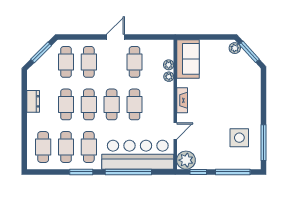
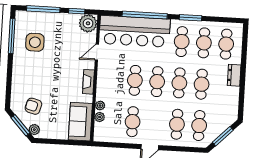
armchair: (237, 72) -> (33, 106), added
dresser: (33, 101) -> (234, 75), moved

